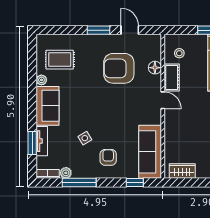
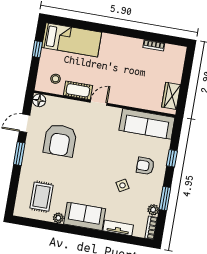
floor lamp: (155, 68) -> (39, 100), moved
window: (32, 143) -> (118, 238), removed
window: (79, 183) -> (165, 198), width x0.69
window: (135, 183) -> (172, 158), moved

